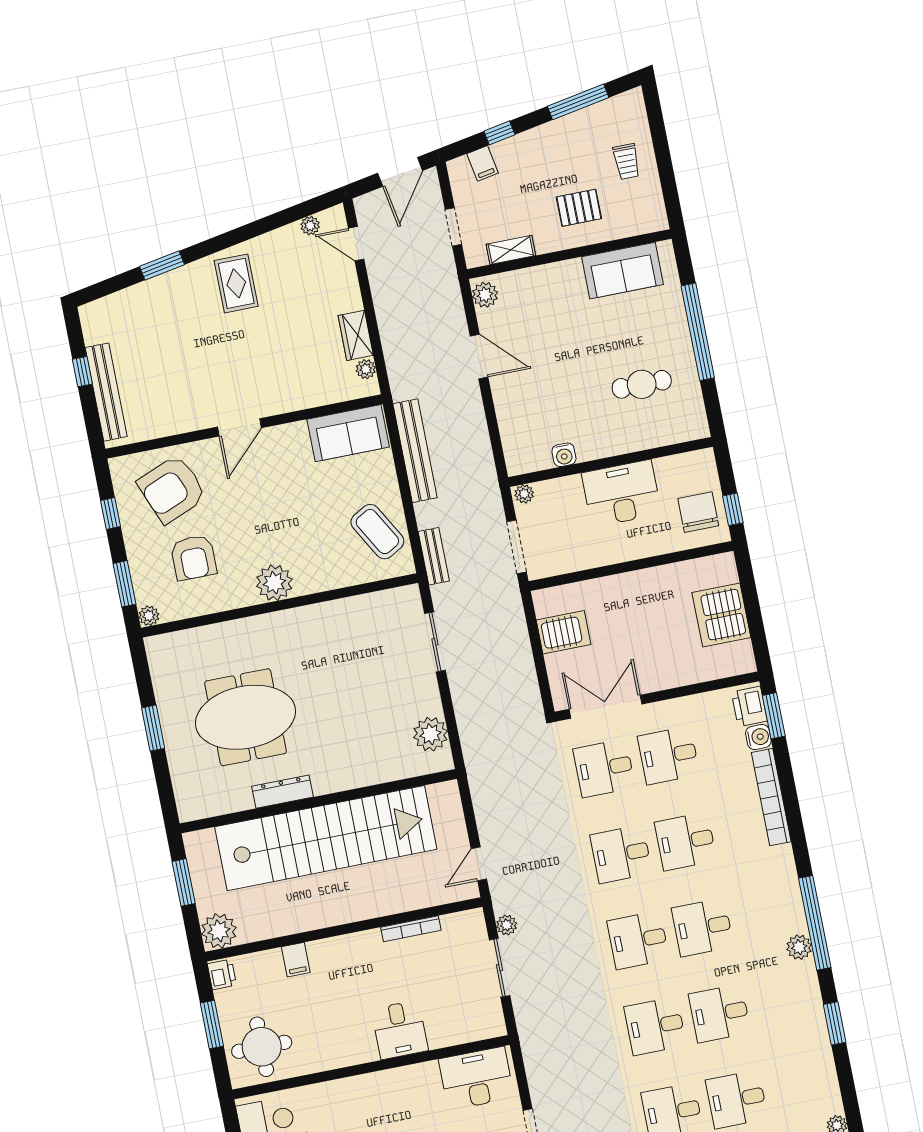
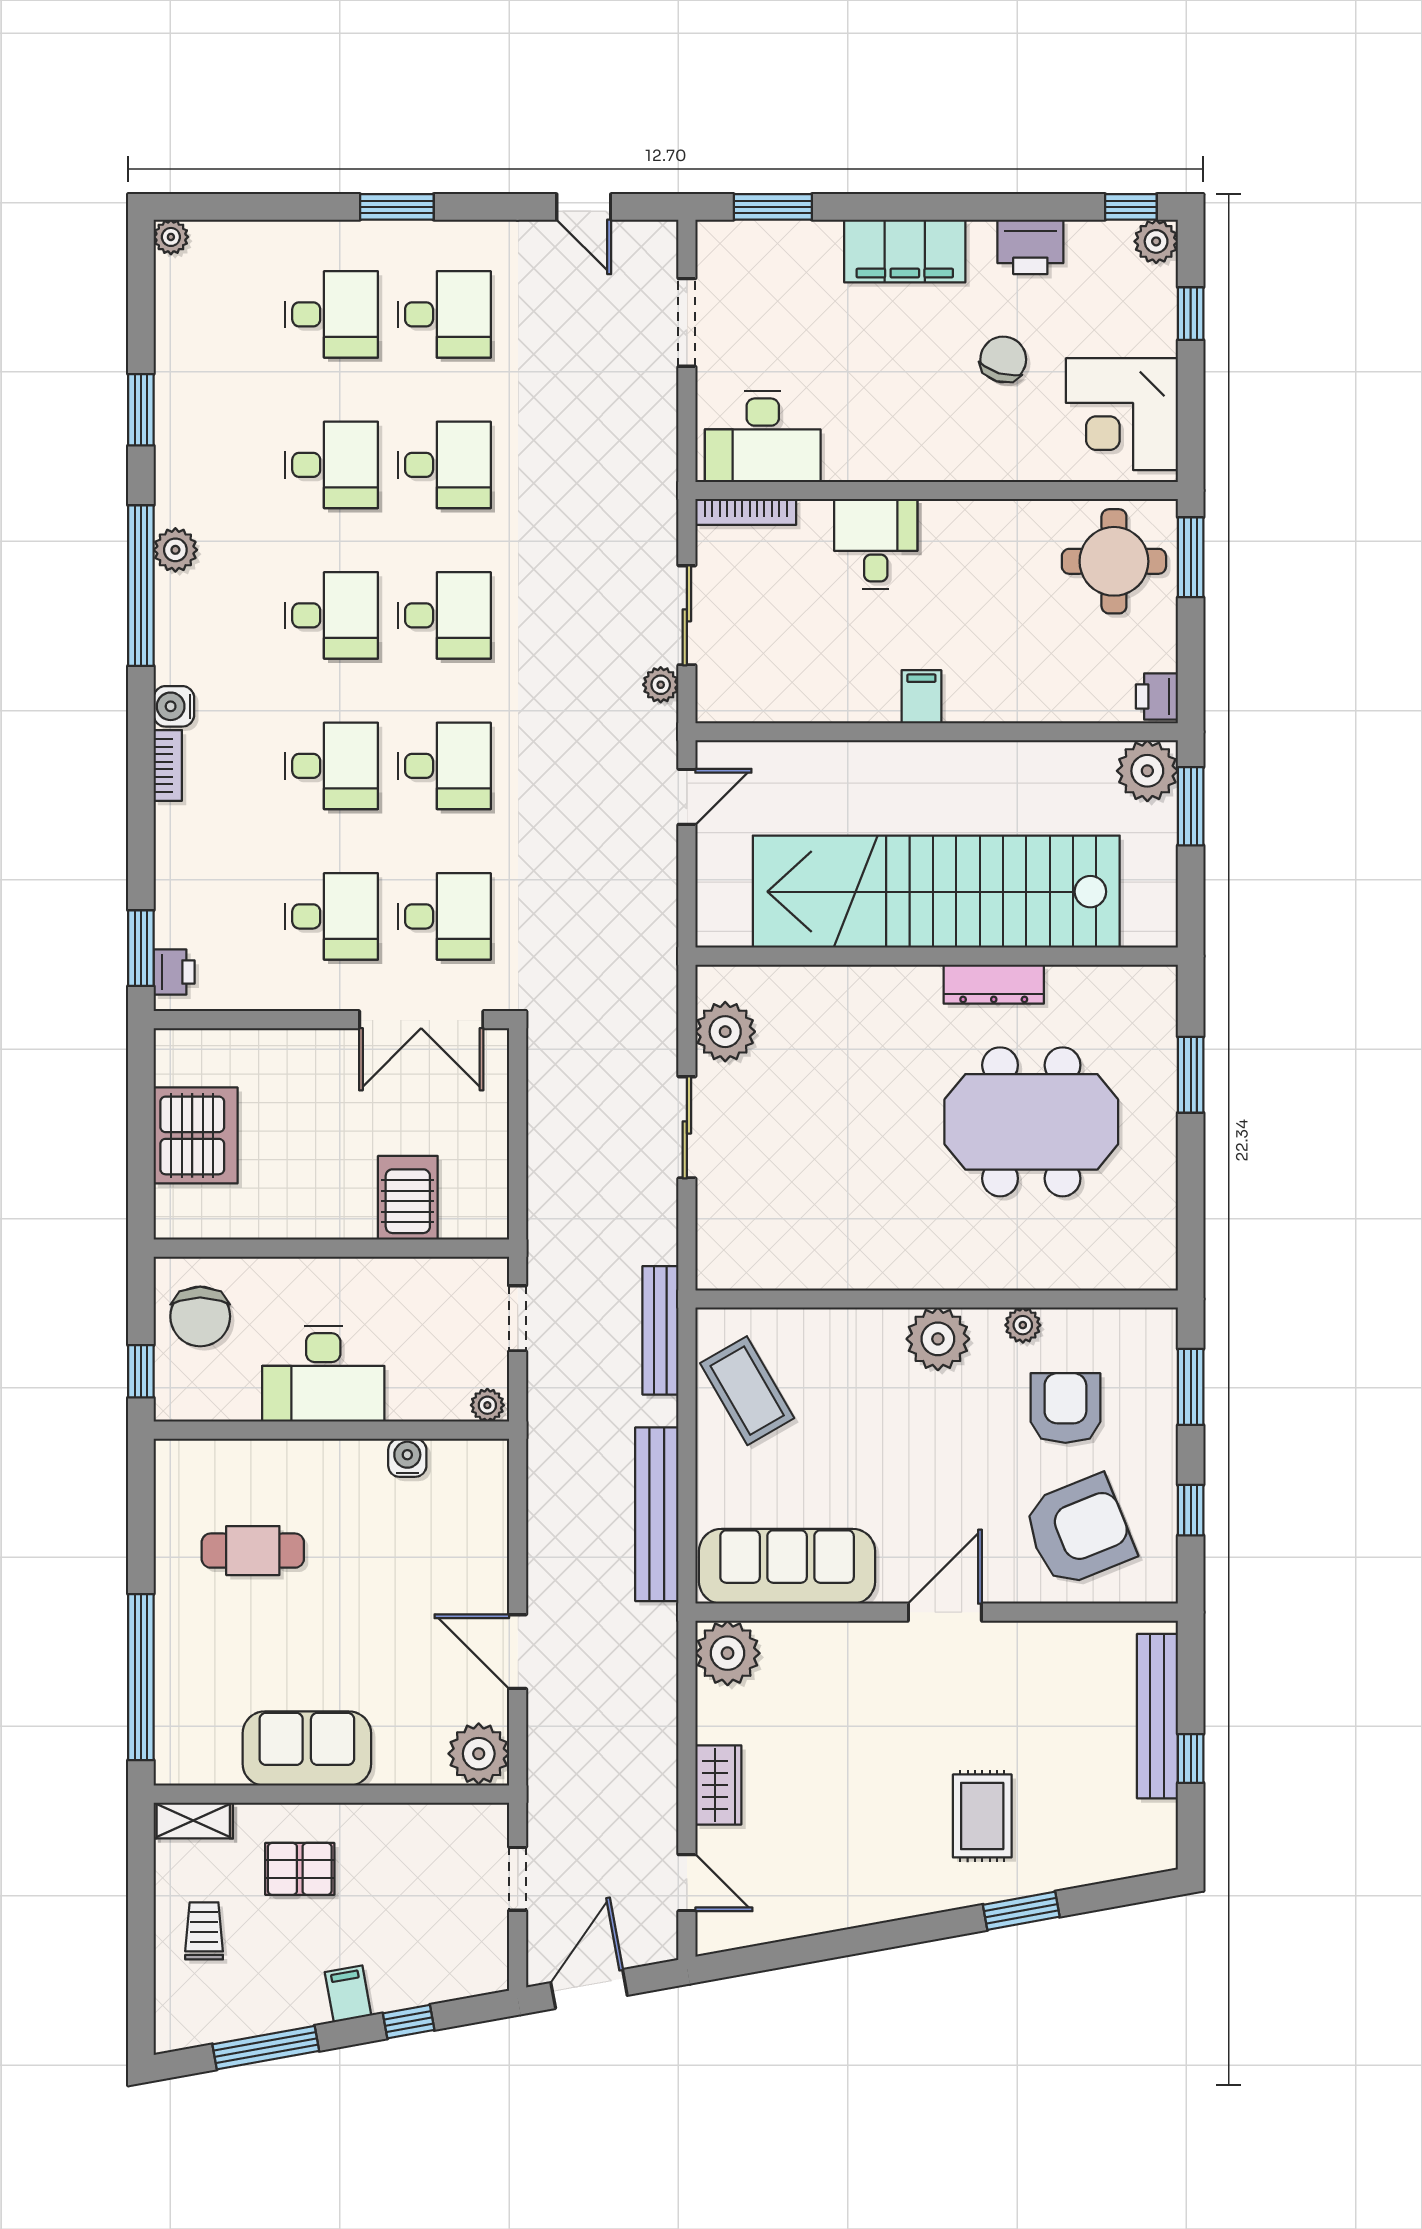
filing cabinet: (482, 163) -> (348, 1994), moved
plant: (310, 226) -> (758, 1929), removed
shelving: (511, 250) -> (193, 1821), moved
sofa: (622, 271) -> (307, 1749), moved
rug: (236, 283) -> (982, 1816), moved
plant: (485, 295) -> (479, 1754), width x1.36, depth x1.36
window: (698, 332) -> (141, 1677), moved
wardrobe: (356, 335) -> (718, 1785), moved
plant: (366, 369) -> (728, 1653), width x1.87, depth x1.87
sofa: (348, 433) -> (787, 1566), width x1.36
window: (733, 509) -> (141, 1371), moved
doorway: (517, 547) -> (518, 1318), width x0.73
bench: (434, 556) -> (660, 1330), width x1.36
plant: (149, 616) -> (1023, 1325), moved
server rack: (563, 632) -> (408, 1198), moved, turned 90
sliding door: (435, 642) -> (687, 1127), moved
printer: (749, 706) -> (174, 972), width x0.73, depth x0.81
window: (153, 728) -> (1191, 1075), moved
water cooler: (758, 737) -> (174, 706), moved
bookcase: (771, 797) -> (168, 765), width x0.43, depth x0.76
window: (184, 882) -> (1191, 806), moved
bookcase: (411, 929) -> (746, 512), moved, turned 180
filing cabinet: (296, 960) -> (921, 697), moved
window: (212, 1025) -> (1191, 557), moved

